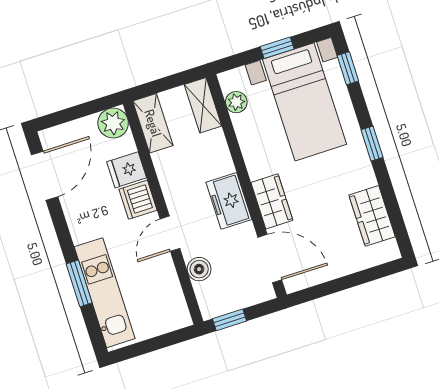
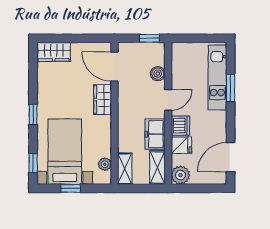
freezer: (229, 201) -> (155, 134), moved, turned 180
wardrobe: (372, 216) -> (54, 52), moved, turned 90

